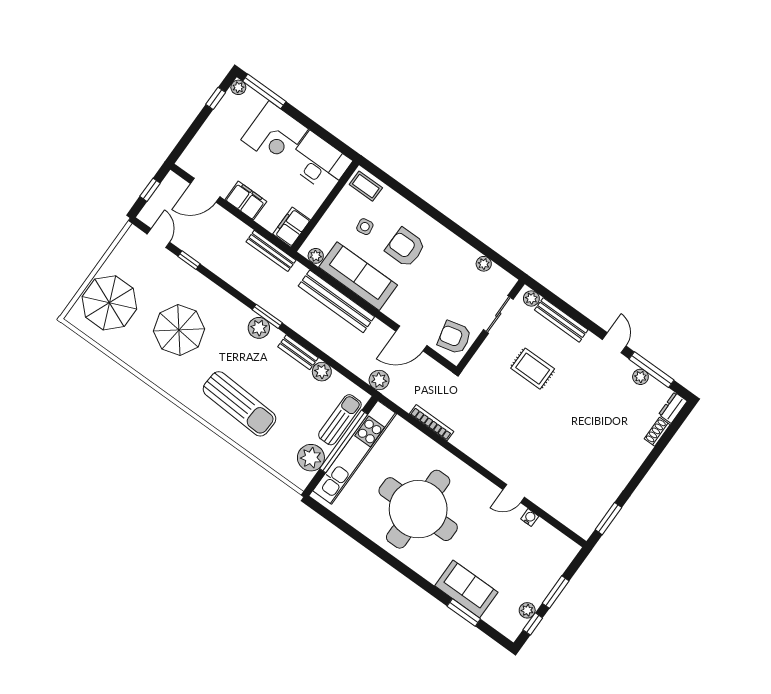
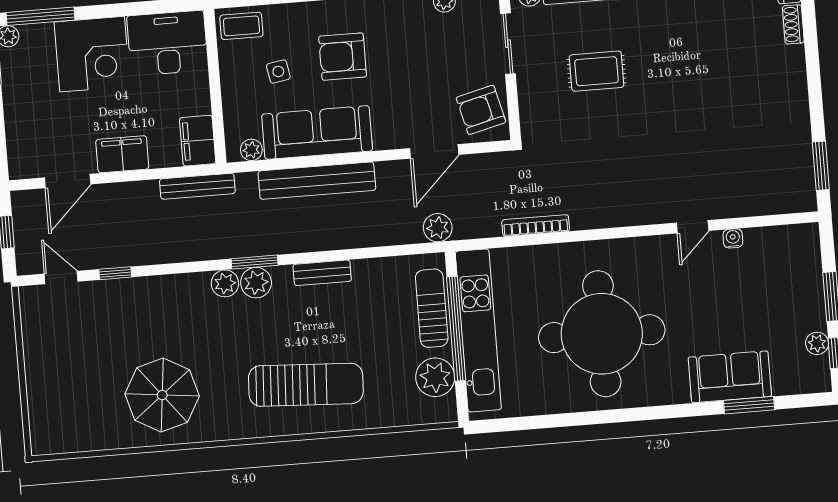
parasol: (109, 303) -> (67, 395), removed
parasol: (179, 330) -> (162, 395), moved
plant: (322, 372) -> (225, 283), moved

